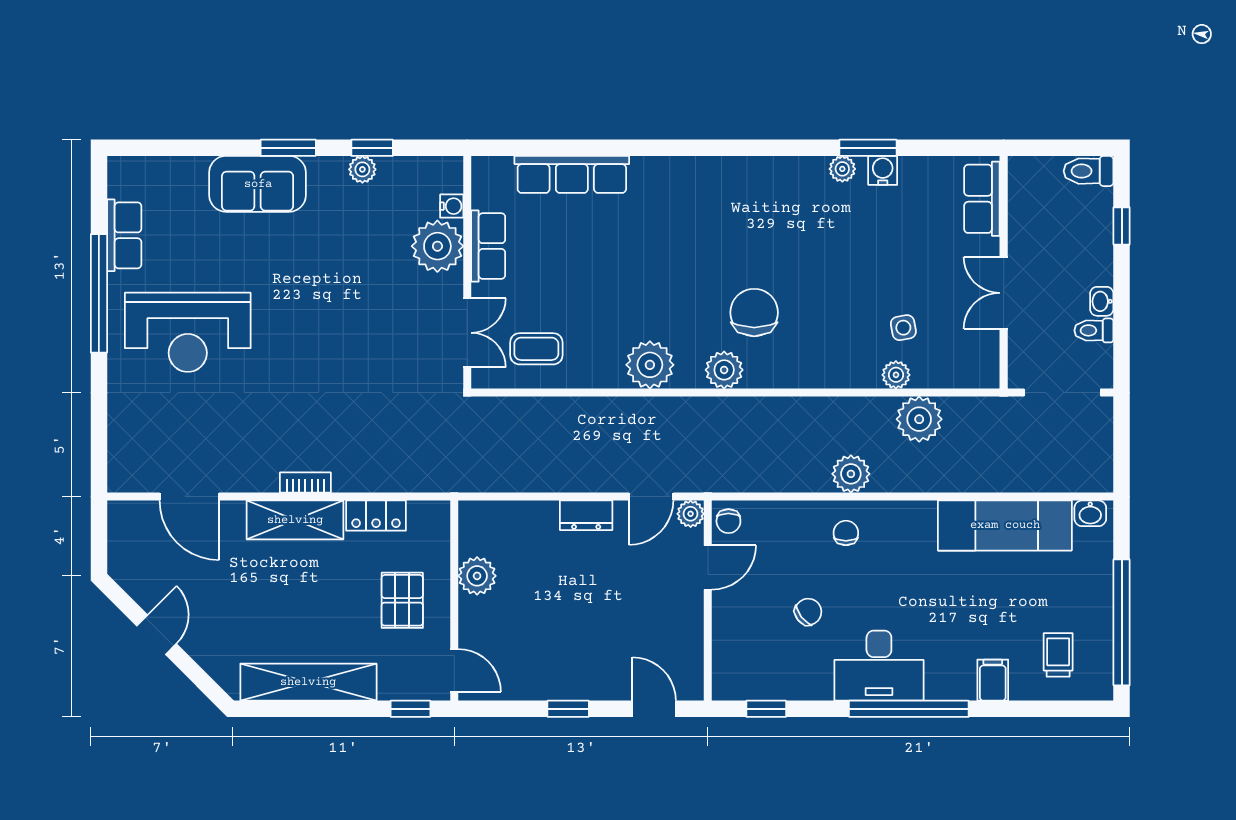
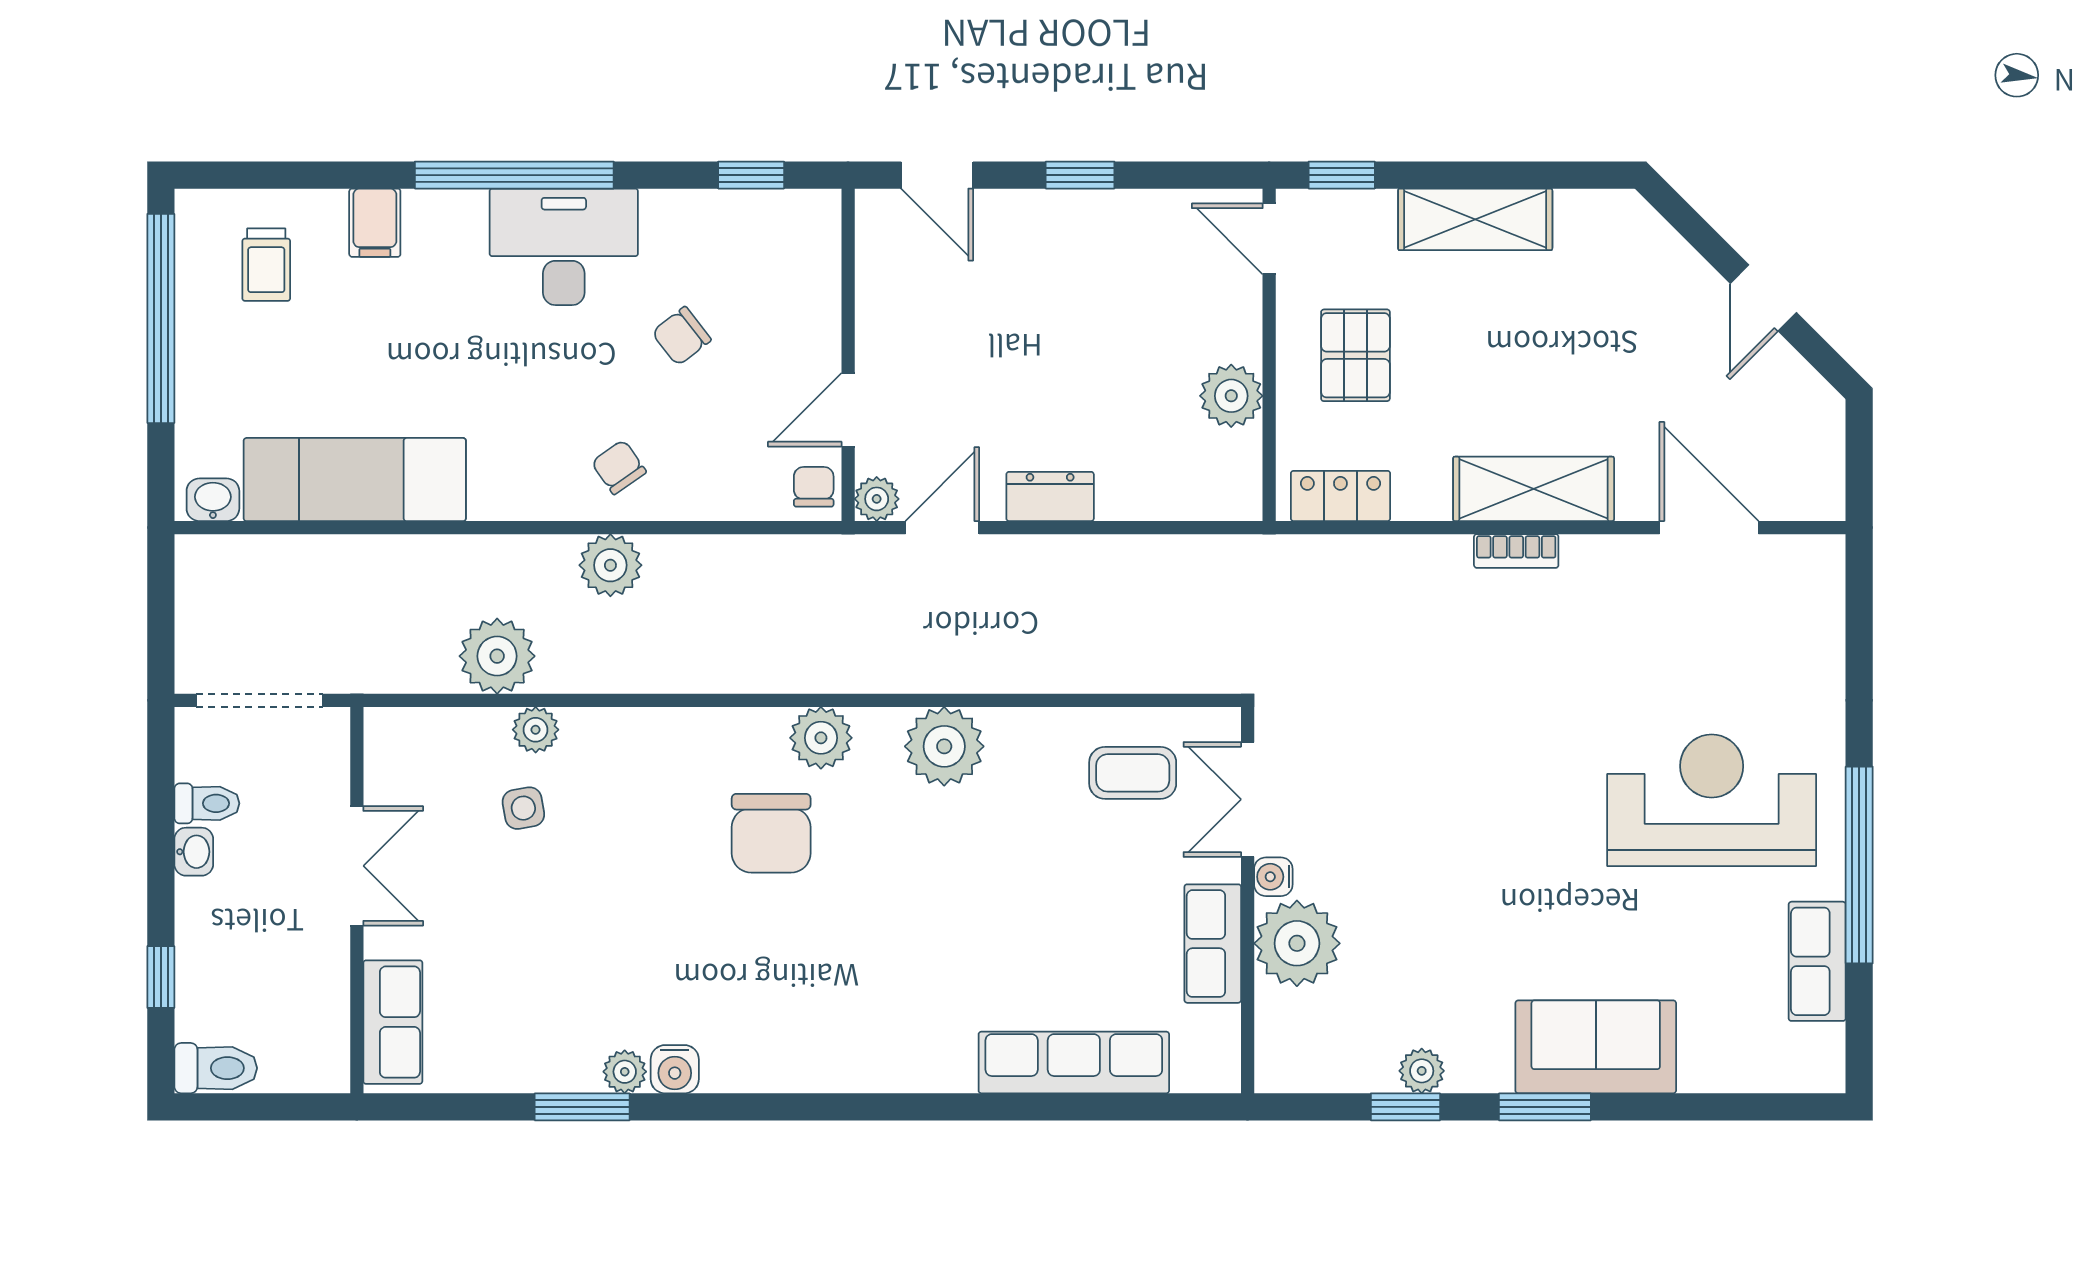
water cooler: (883, 170) -> (675, 1069), moved
water cooler: (452, 206) -> (1273, 877), moved
locker: (376, 516) -> (1340, 496), moved
chair: (846, 533) -> (619, 467), turned 145
shelving: (308, 682) -> (1475, 219), width x0.68

